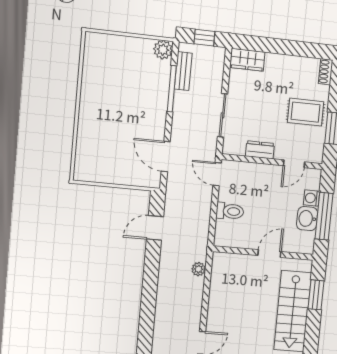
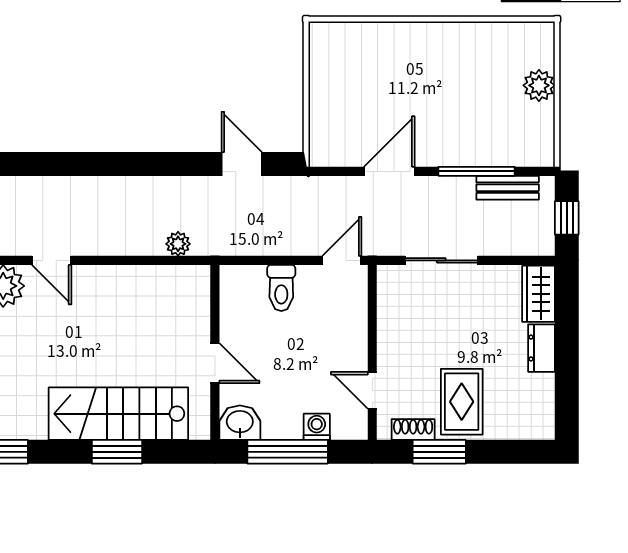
plant: (163, 50) -> (539, 85), moved
shoe rack: (326, 72) -> (413, 429), moved
dresser: (260, 150) -> (541, 348), moved, turned 180
door: (166, 157) -> (389, 171), moved
washbasin: (307, 219) -> (240, 423), moved
window: (316, 295) -> (117, 452), moved

